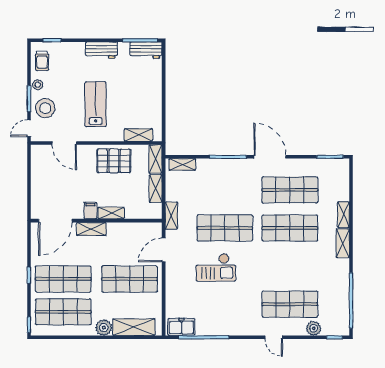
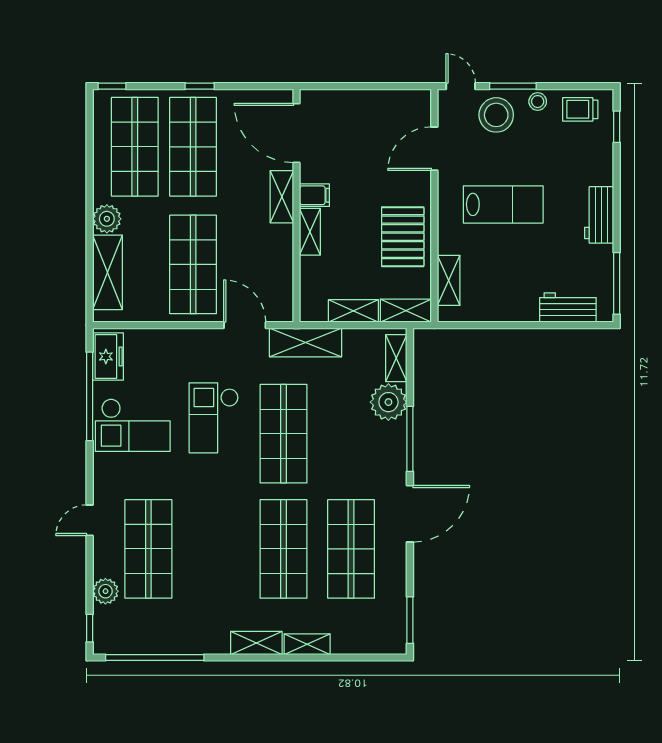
workbench: (146, 50) -> (568, 307), moved, turned 90
plant: (207, 169) -> (388, 402), added
shelving: (171, 216) -> (306, 342), width x1.50, depth x1.33
checkout: (220, 313) -> (133, 425), added

